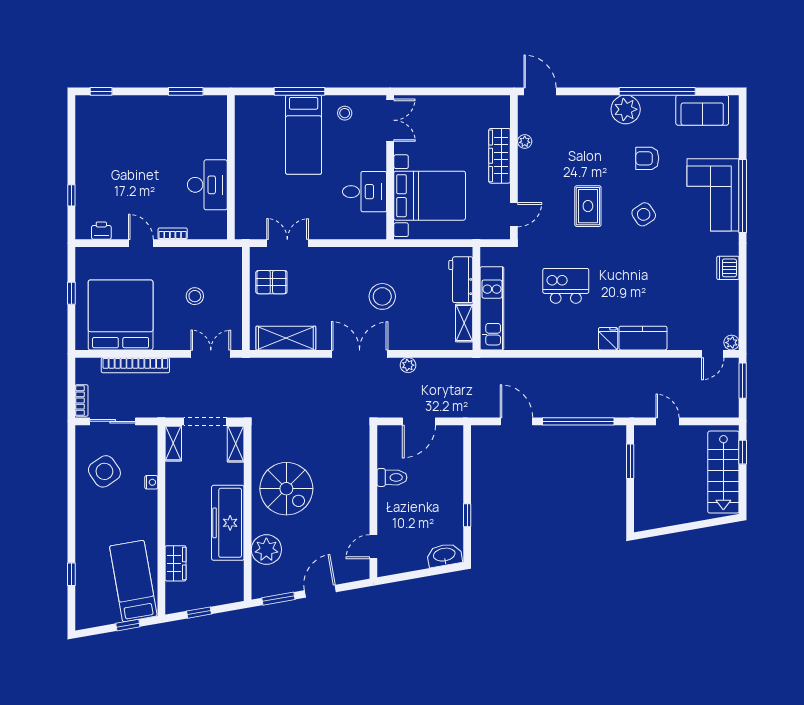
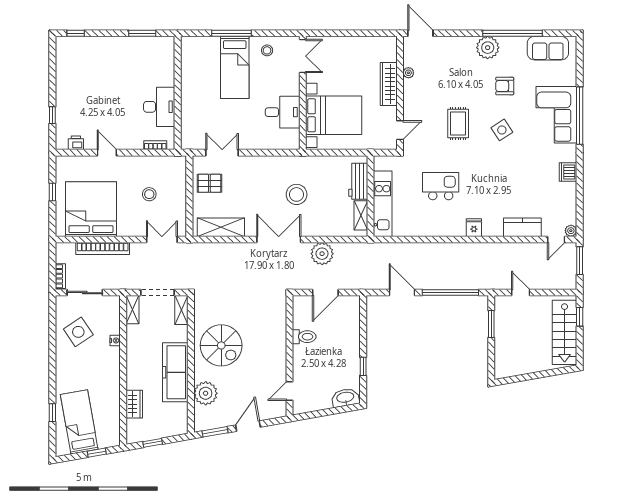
bookcase: (173, 234) -> (155, 145), moved
kitchen counter: (643, 338) -> (522, 227), moved
plant: (408, 365) -> (322, 254), width x1.88, depth x1.88
bed: (133, 581) -> (79, 422), moved

